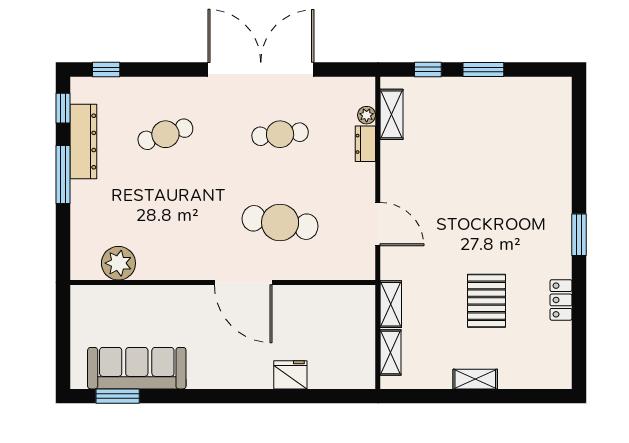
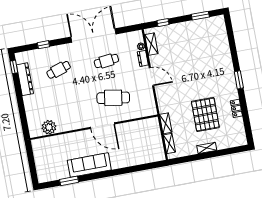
window: (106, 69) -> (43, 45), moved
window: (483, 69) -> (200, 16), moved
window: (63, 174) -> (19, 95), removed
door: (378, 224) -> (151, 77), moved
pallet: (486, 301) -> (205, 114), width x1.37, depth x1.41
sofa: (137, 368) -> (89, 165), moved
fridge: (290, 375) -> (129, 160), removed
window: (118, 396) -> (69, 181), moved

